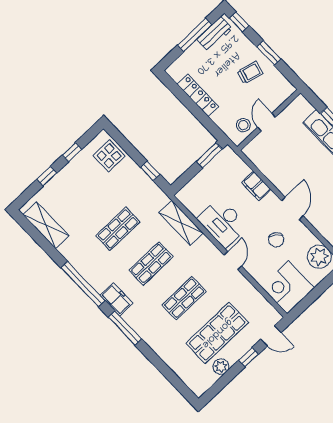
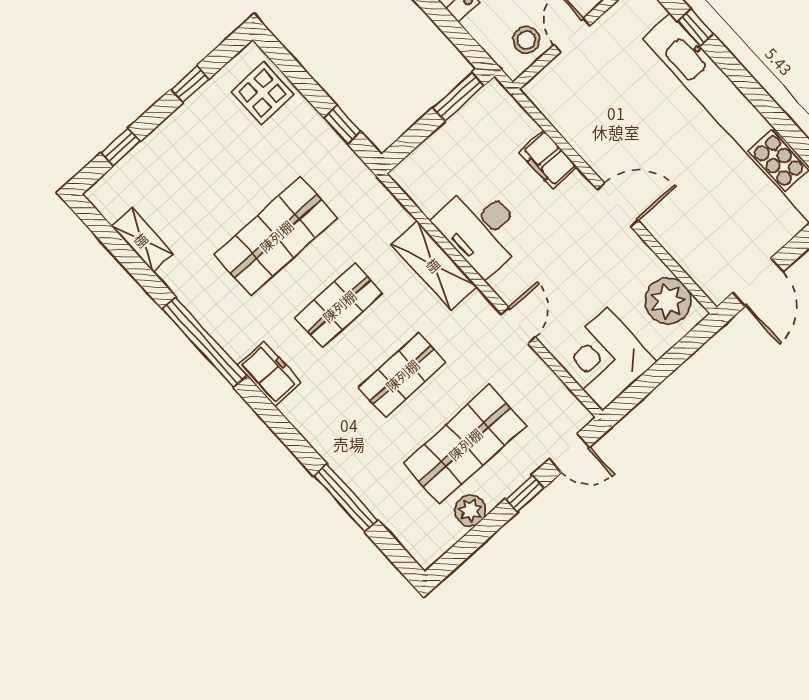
window: (47, 176) -> (120, 147), moved
door: (292, 208) -> (618, 205), hinge flipped
shelving: (181, 223) -> (434, 265), moved
shelving: (46, 225) -> (142, 240), width x0.67, depth x0.75
shop shelf: (118, 229) -> (276, 236), width x1.43, depth x1.36
chair: (276, 240) -> (585, 266), removed
door: (233, 261) -> (518, 326), moved
window: (125, 328) -> (346, 498), moved

